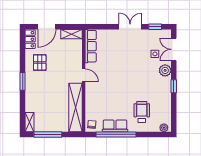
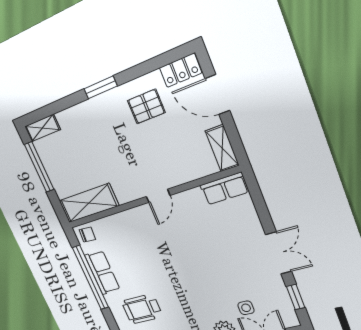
row of seats: (91, 46) -> (224, 189), width x0.68
shelving: (75, 108) -> (89, 203), width x0.68
wheelchair: (142, 112) -> (142, 309), turned 180

